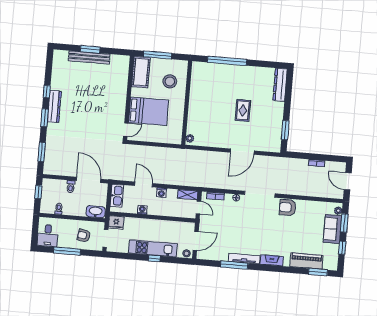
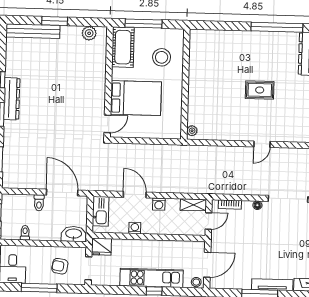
bench: (89, 57) -> (33, 31), moved
plant: (116, 60) -> (89, 33), added
window: (227, 61) -> (277, 27), moved
rug: (243, 110) -> (260, 90), turned 90
door: (242, 152) -> (262, 144), width x0.53
door: (198, 208) -> (209, 221), hinge flipped

